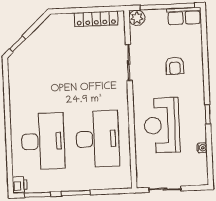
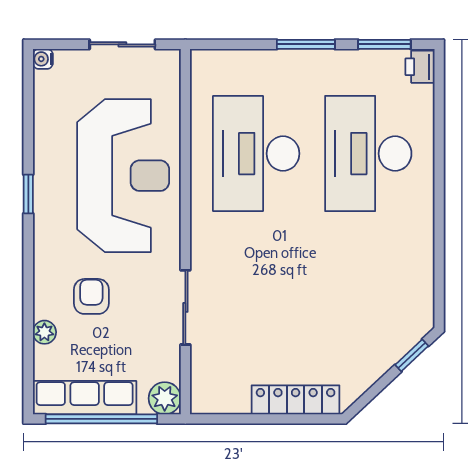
row of seats: (184, 16) -> (85, 398), width x1.48
locker: (96, 19) -> (296, 400), moved
plant: (197, 47) -> (44, 332), added
reception desk: (162, 125) -> (123, 176), width x1.36, depth x1.30
water cooler: (202, 148) -> (43, 59), moved

